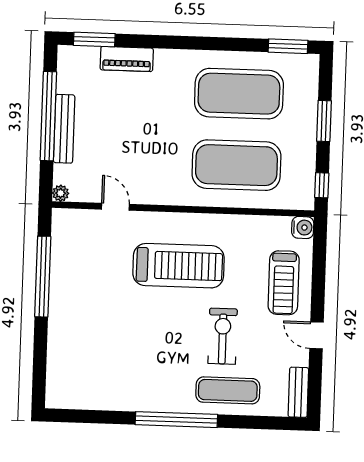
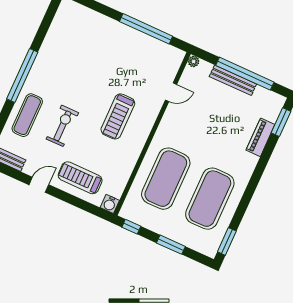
treadmill: (179, 266) -> (118, 116), width x0.73, depth x0.73
exercise bike: (223, 336) -> (62, 126), turned -90

